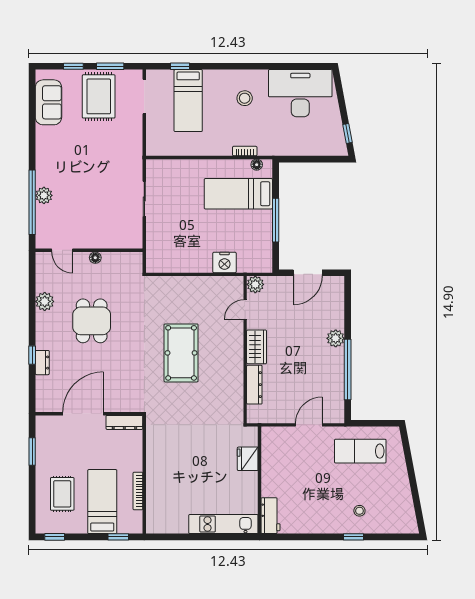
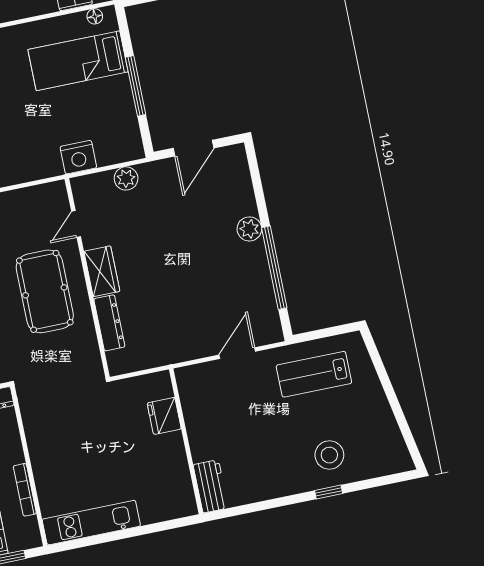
door: (245, 310) -> (76, 224), moved
wardrobe: (257, 347) -> (102, 271), moved
wall: (245, 350) -> (87, 278), moved
dresser: (254, 385) -> (109, 323), moved
stool: (359, 511) -> (329, 455), width x1.89, depth x1.89
kitchen unit: (223, 524) -> (91, 523), moved

